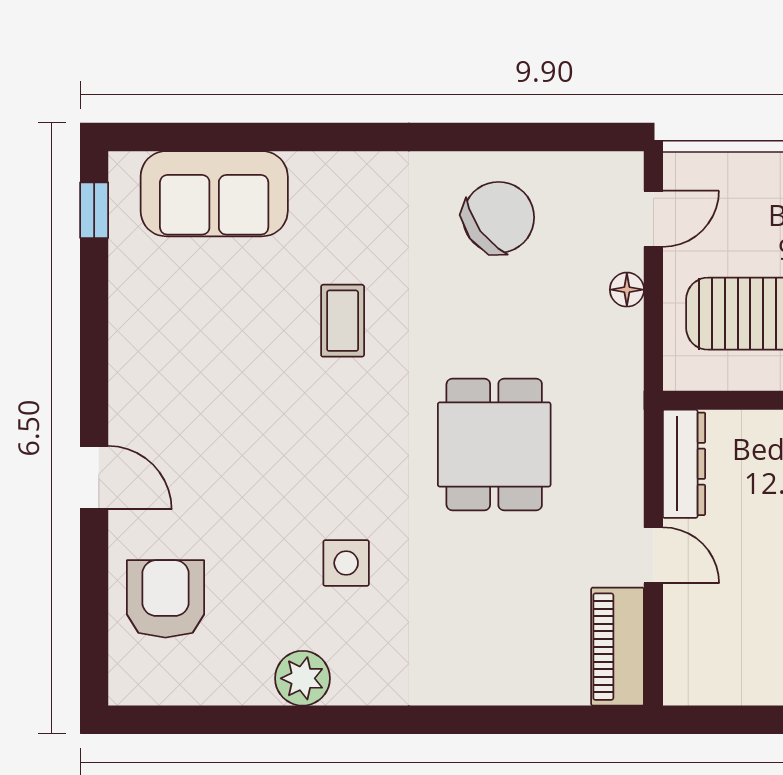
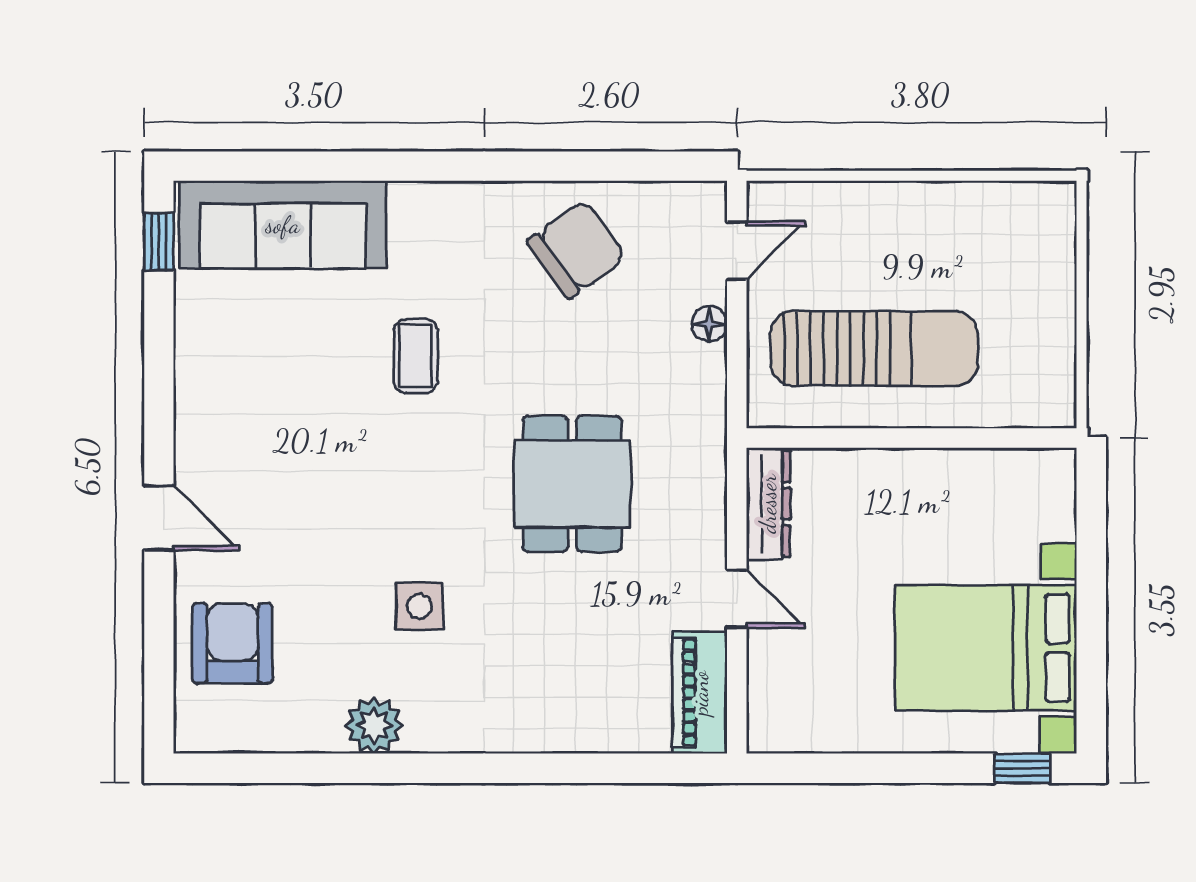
sofa: (214, 194) -> (283, 225), width x1.36

